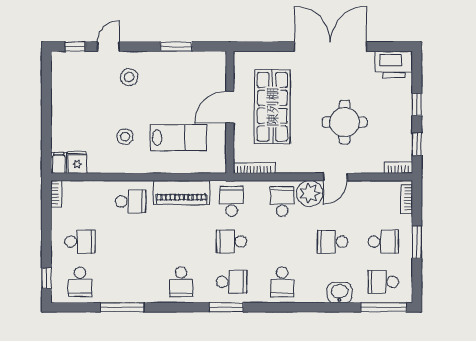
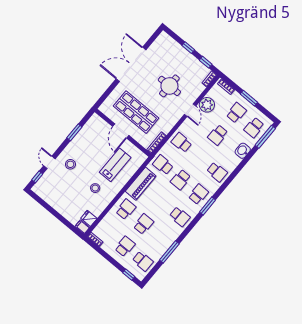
printer: (394, 64) -> (162, 43), removed
plant: (310, 193) -> (207, 105), moved
school desk: (131, 242) -> (143, 224), added

